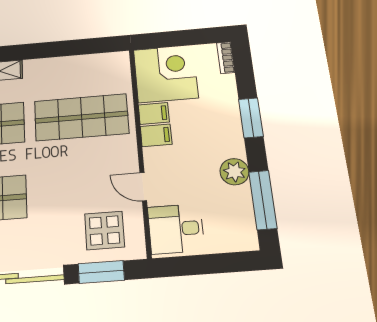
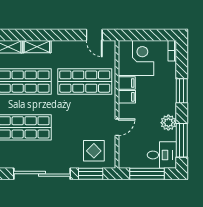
door: (93, 46) -> (94, 35), added
door: (143, 187) -> (117, 127), swing flipped
desk: (176, 229) -> (162, 155), moved, turned 180
window: (206, 264) -> (147, 174), added

